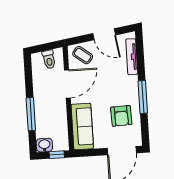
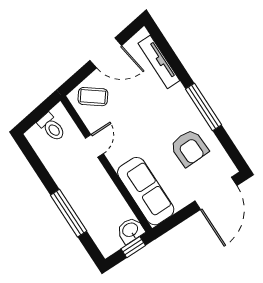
door: (67, 84) -> (94, 146), width x0.53
washbasin: (44, 145) -> (130, 230), moved

